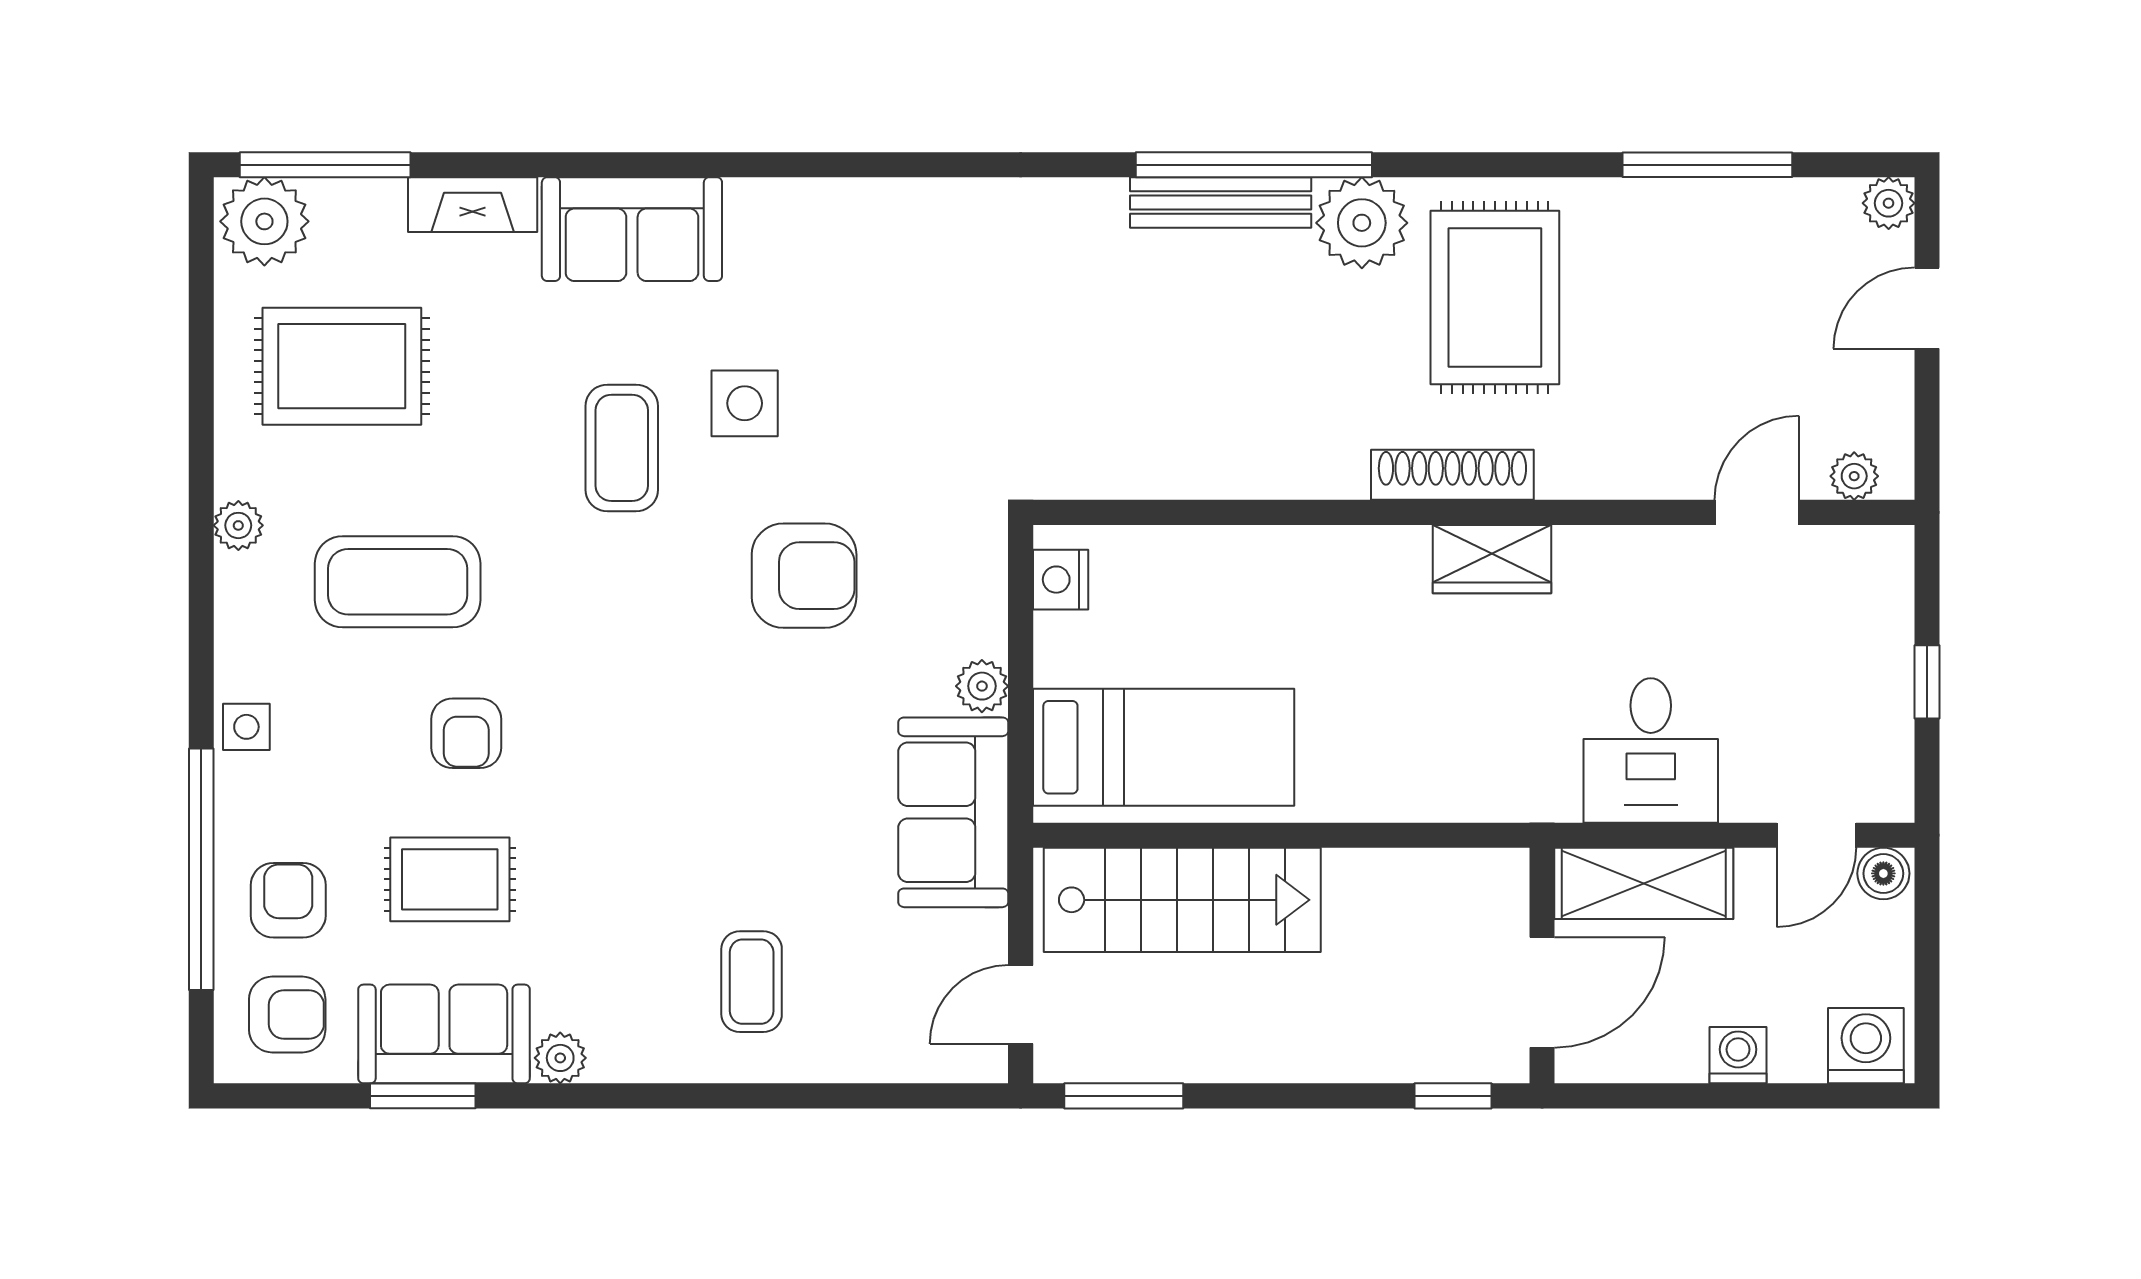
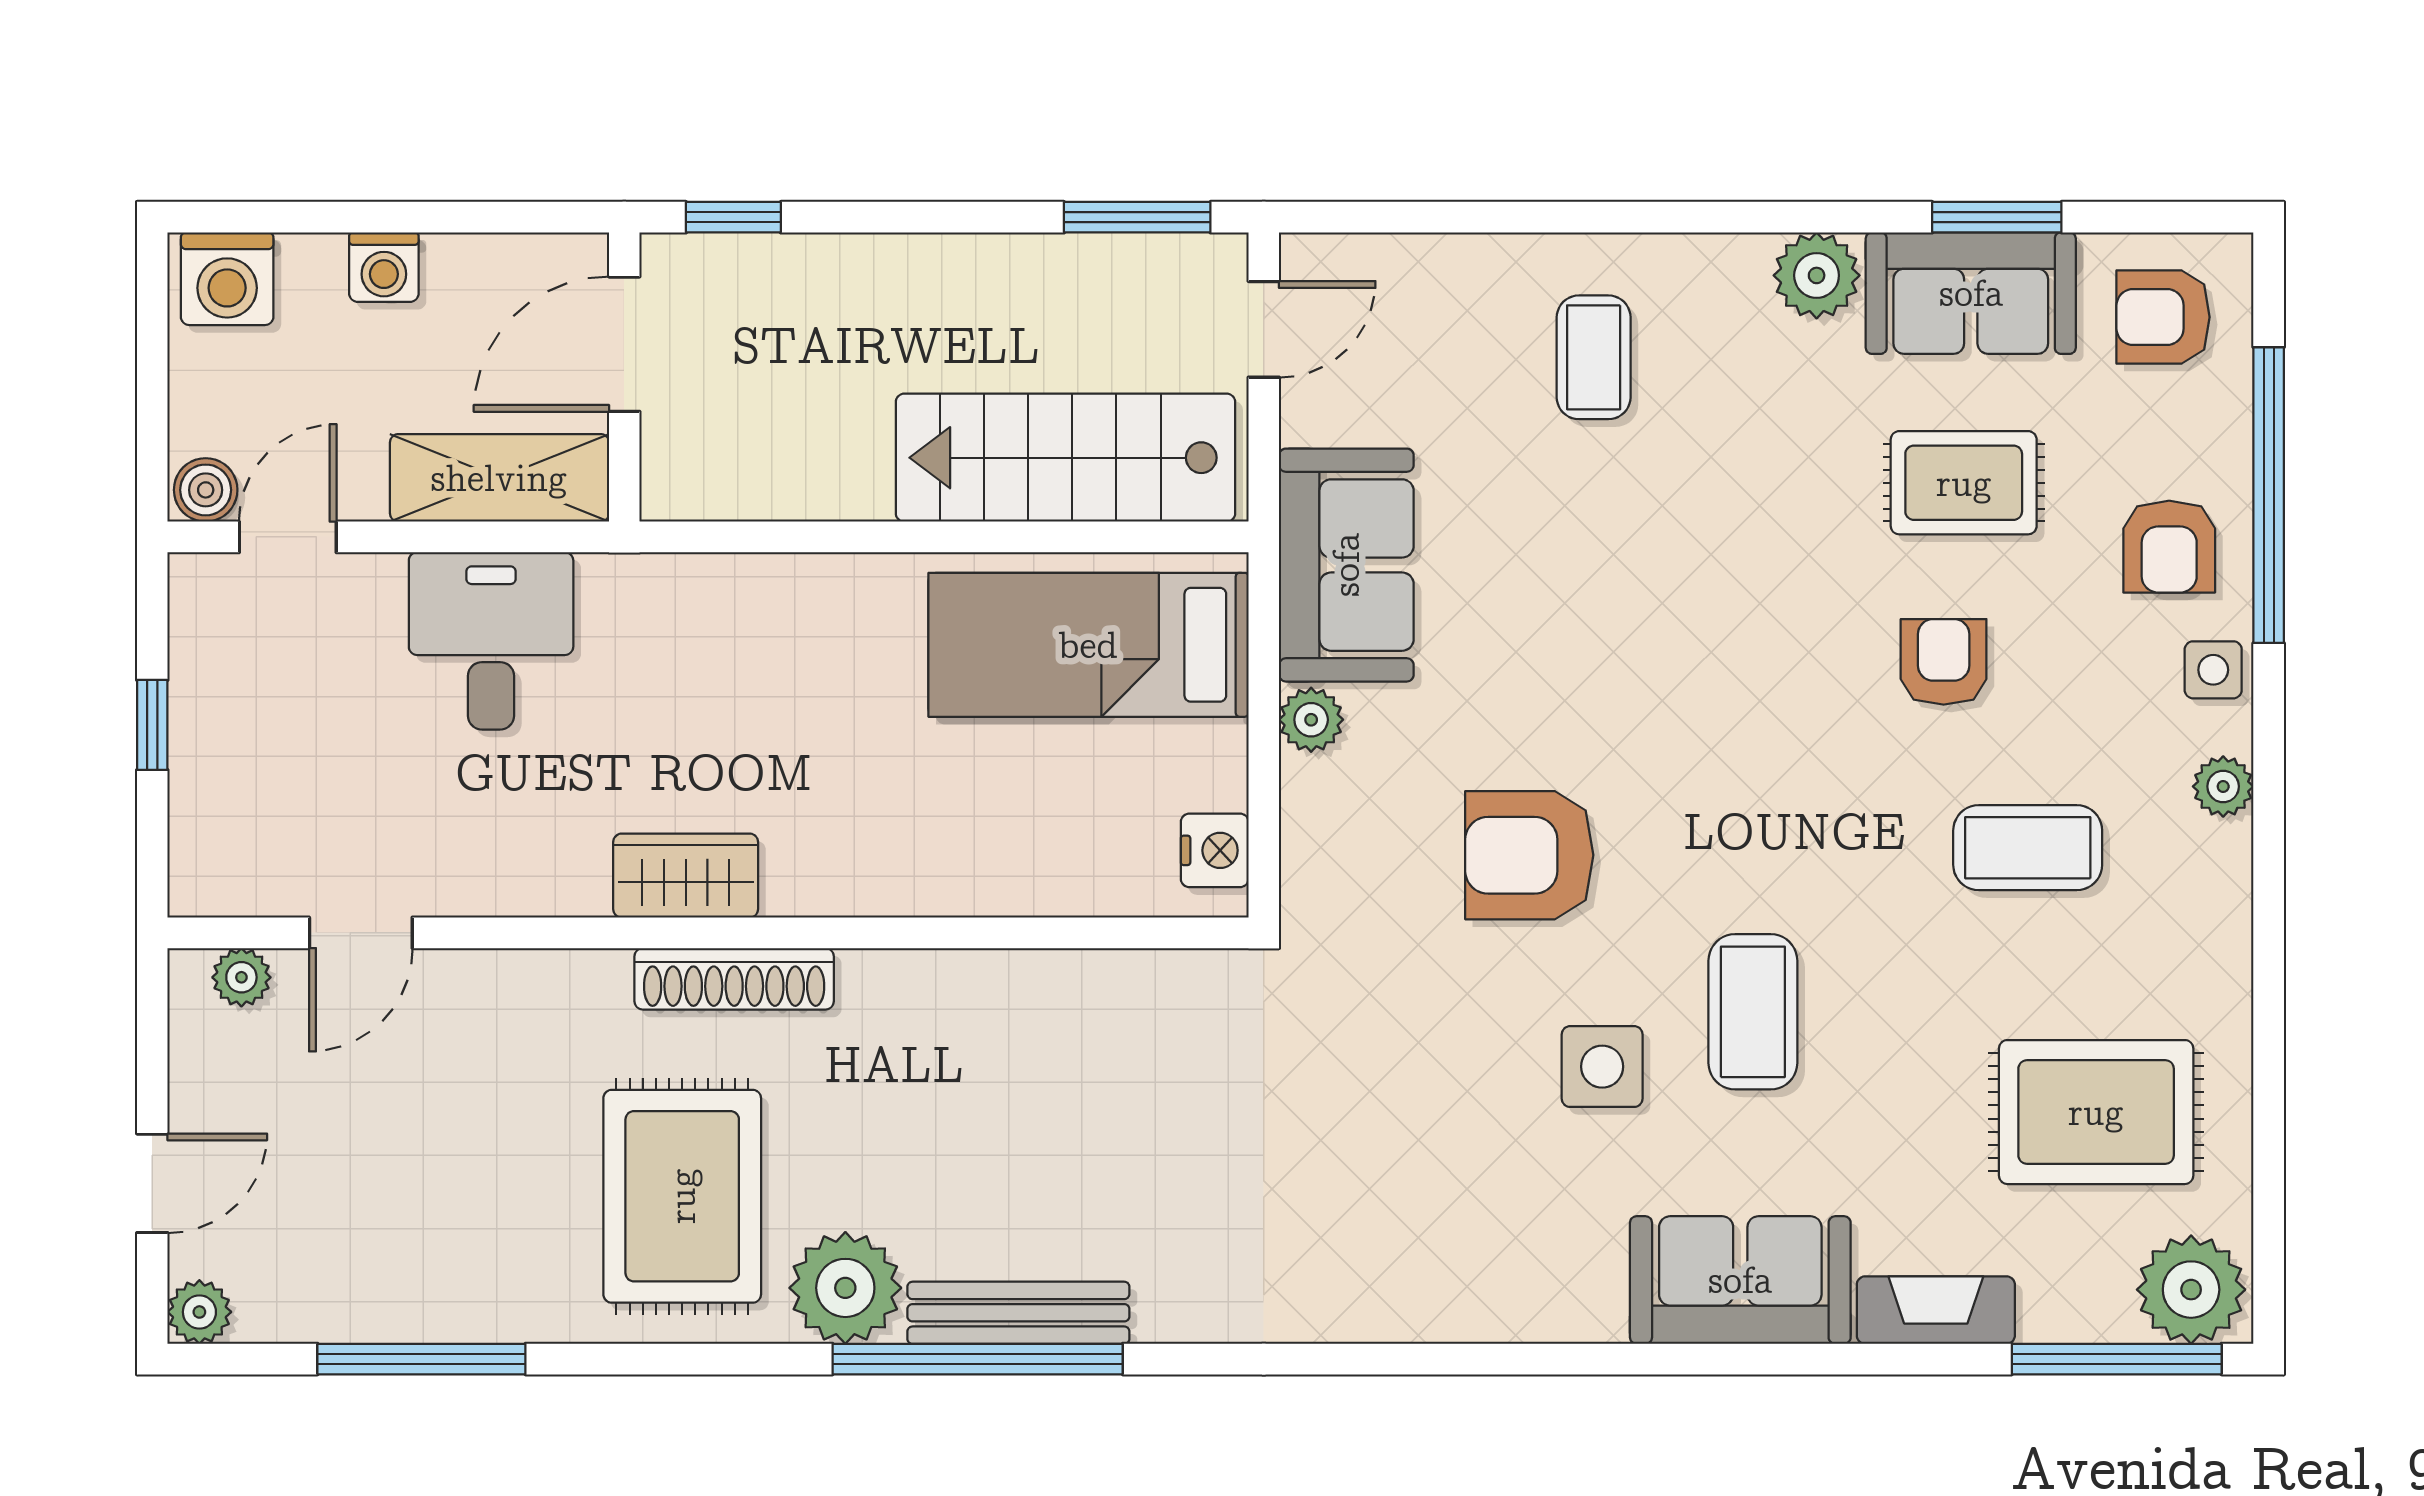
plant: (238, 525) -> (2223, 786), moved
coffee table: (398, 582) -> (2028, 848), width x0.73, depth x0.76
armchair: (288, 900) -> (2169, 547), moved
plant: (560, 1058) -> (1817, 275), width x1.38, depth x1.38

